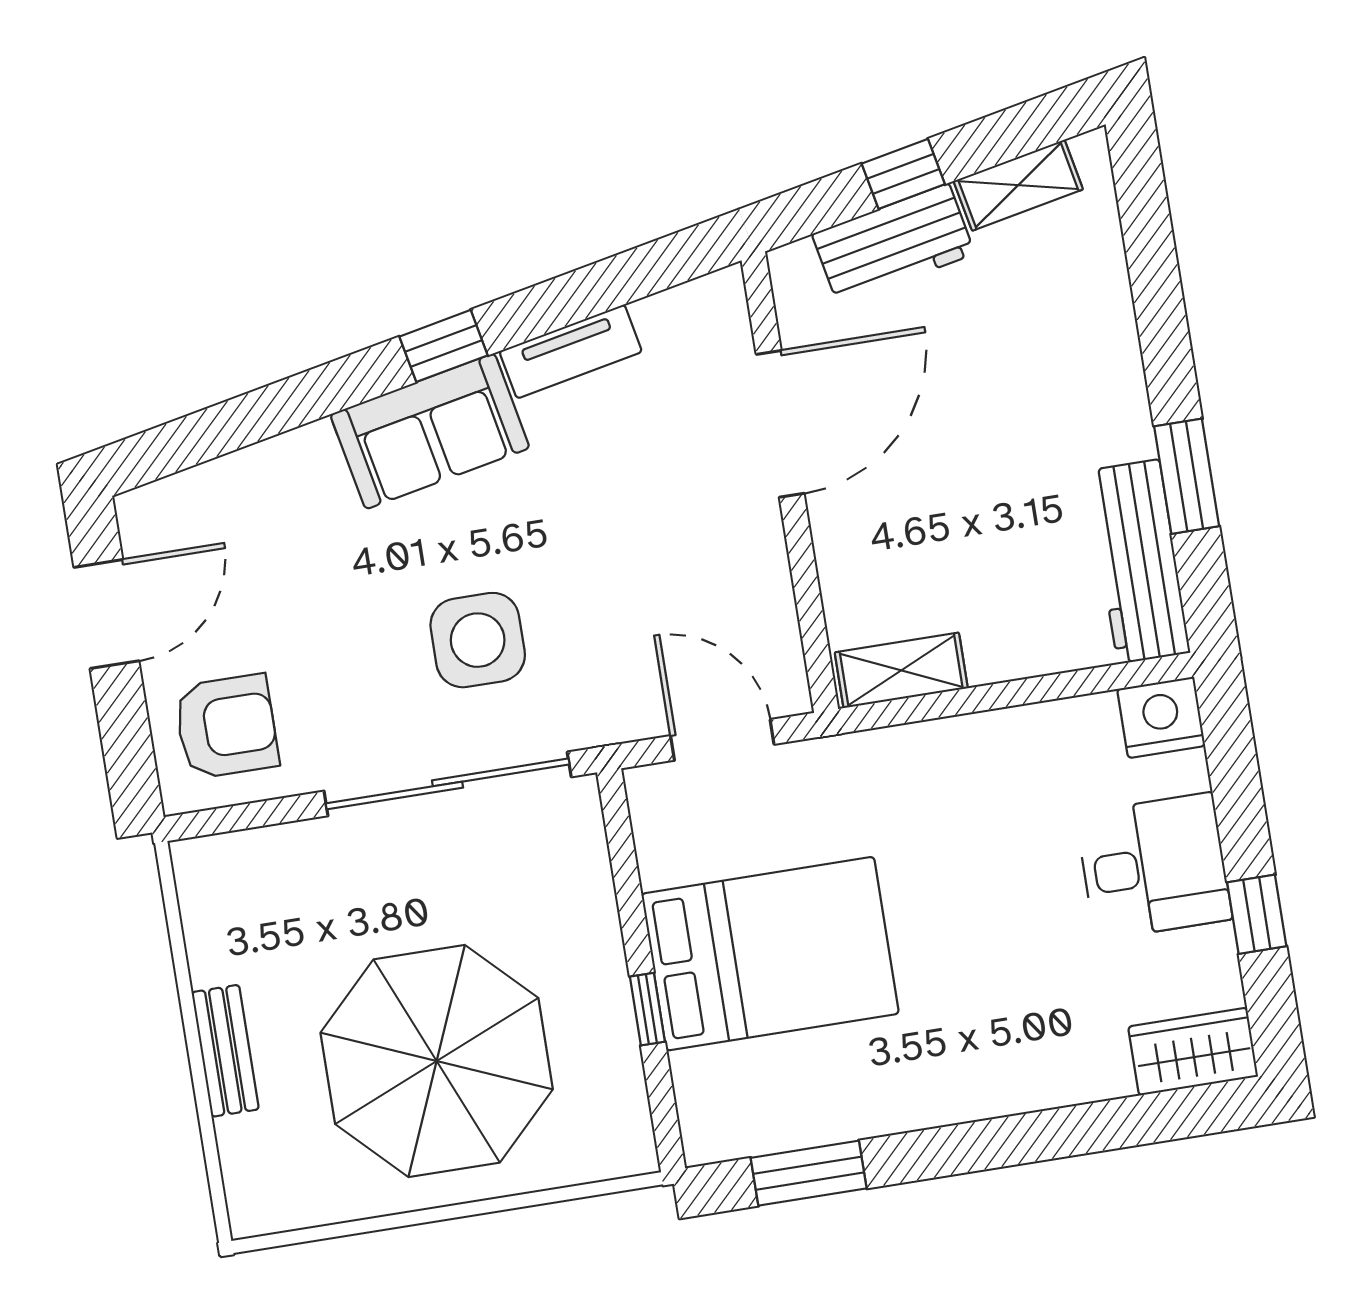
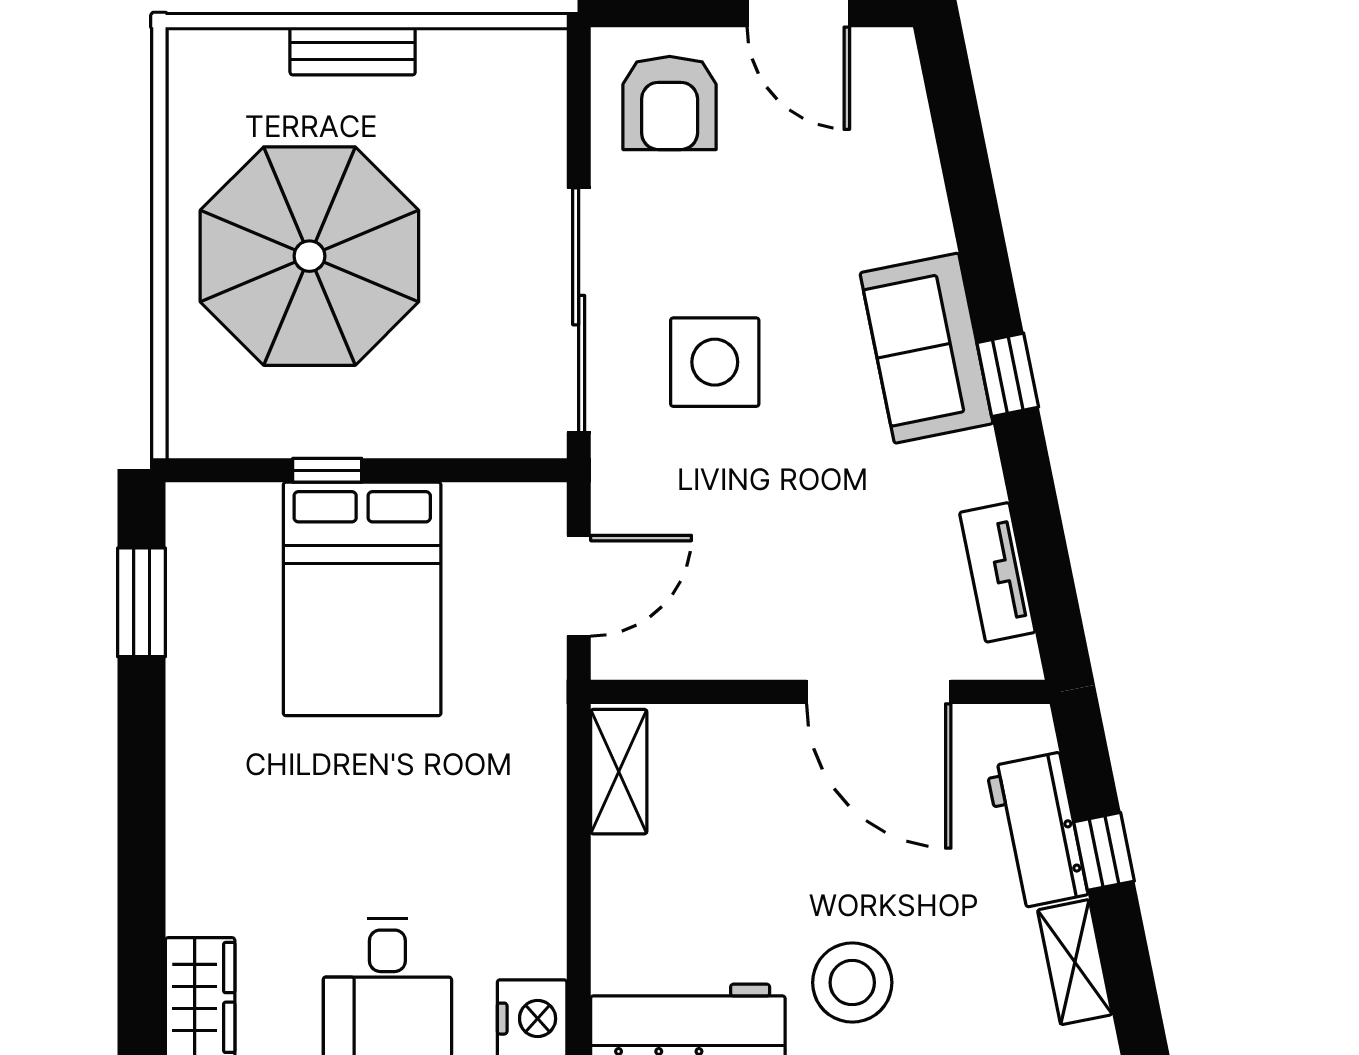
tv unit: (571, 352) -> (997, 572), moved
stool: (1074, 404) -> (852, 983), added

